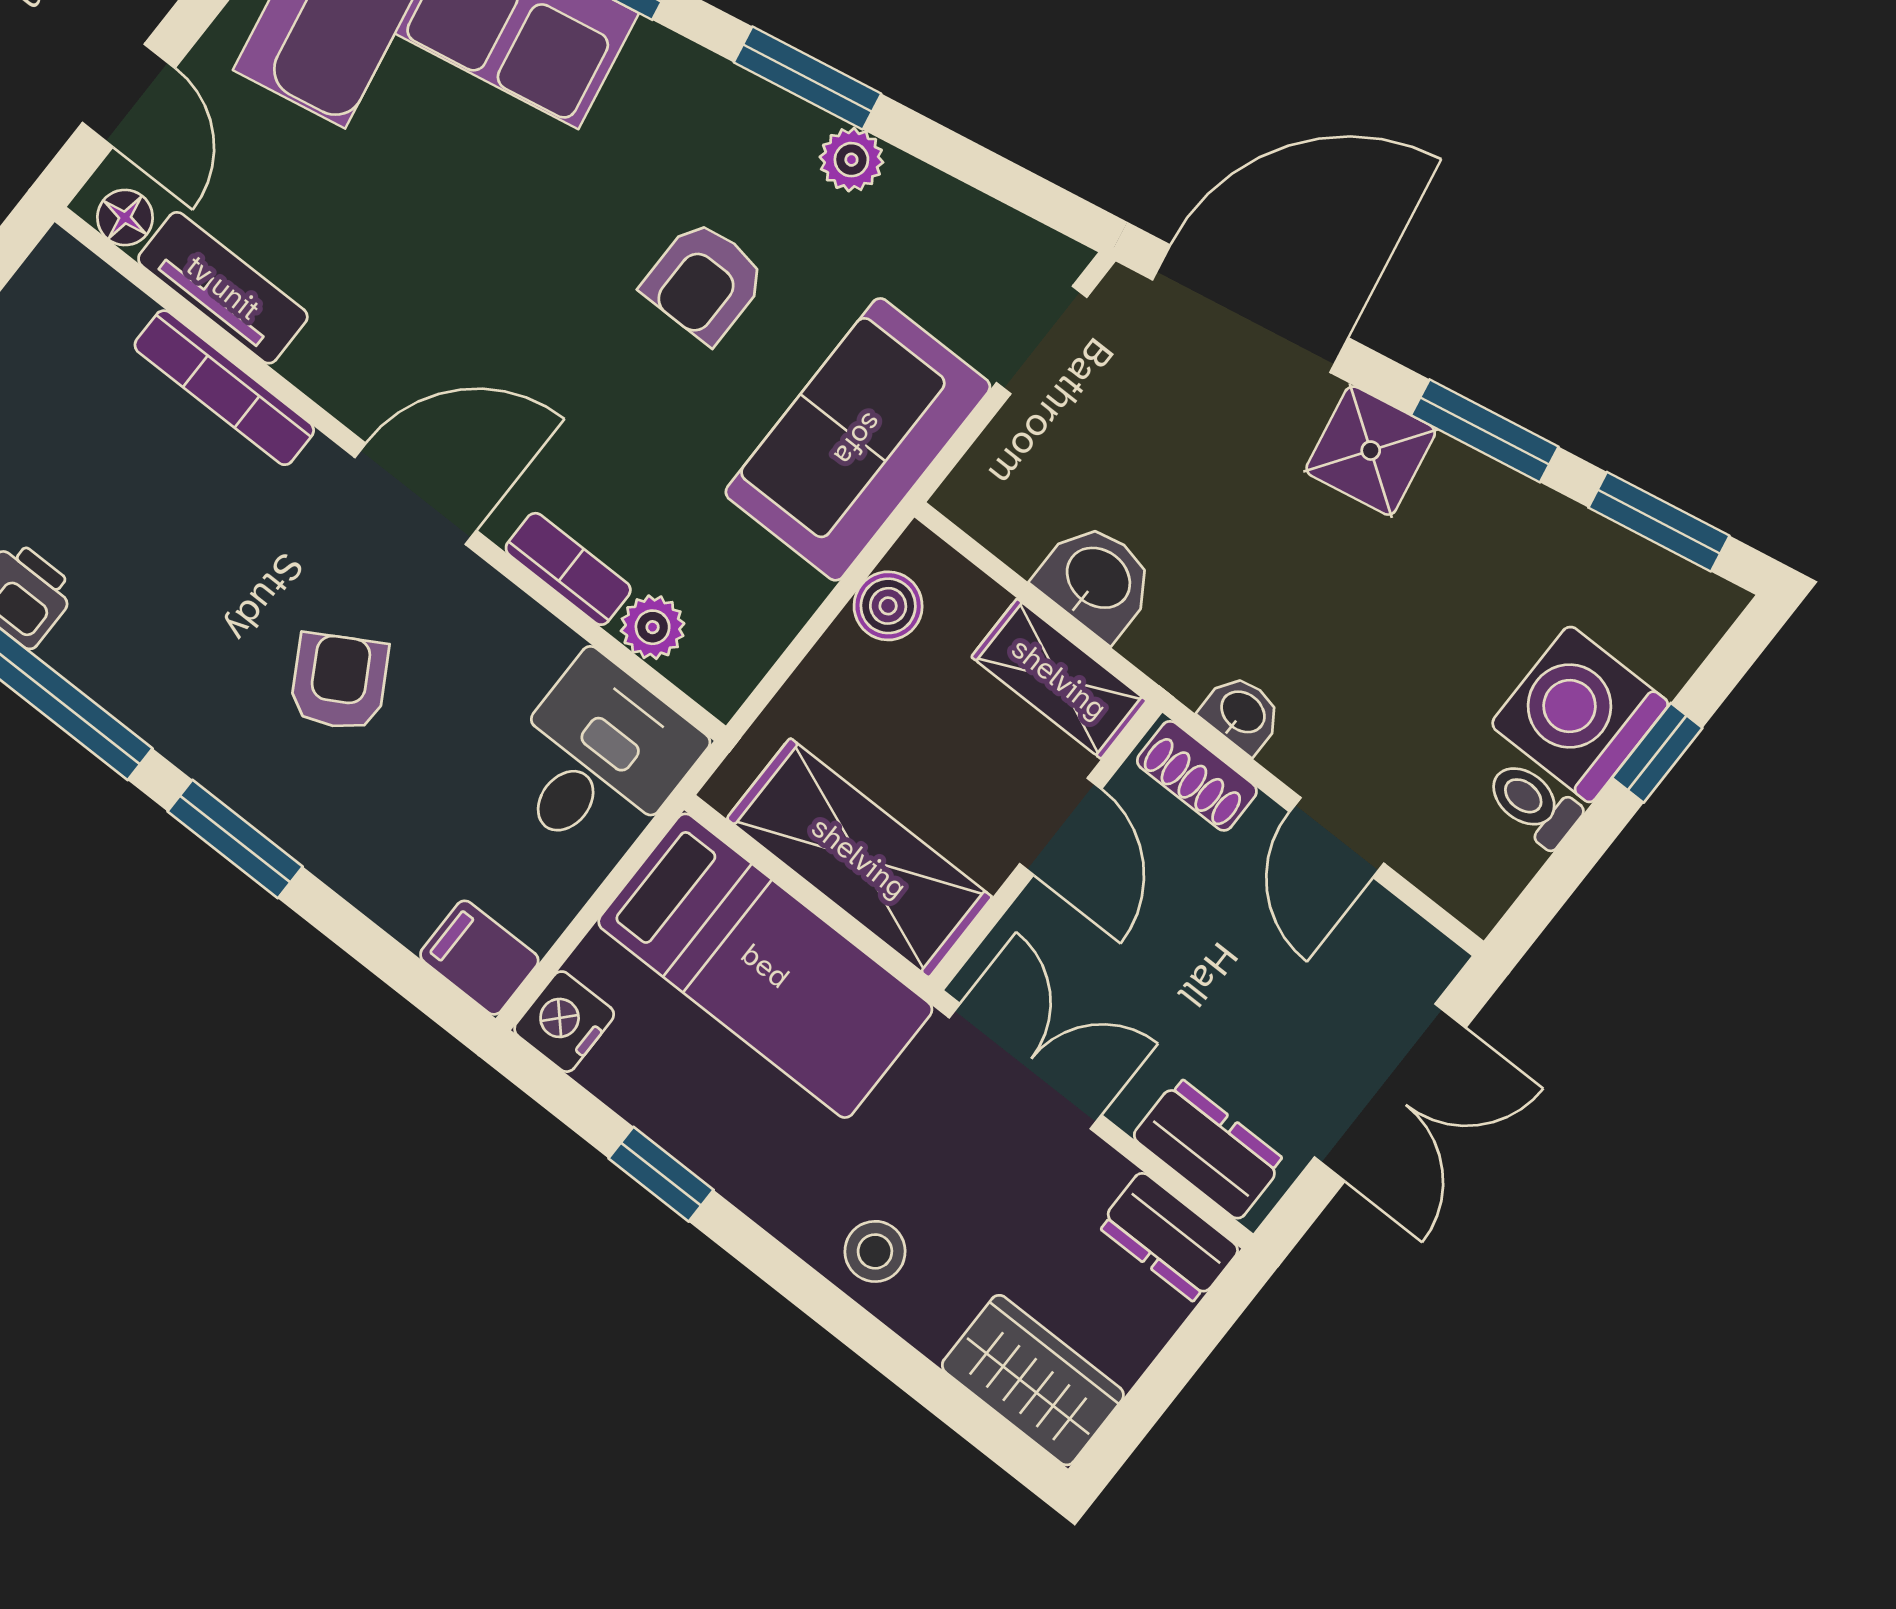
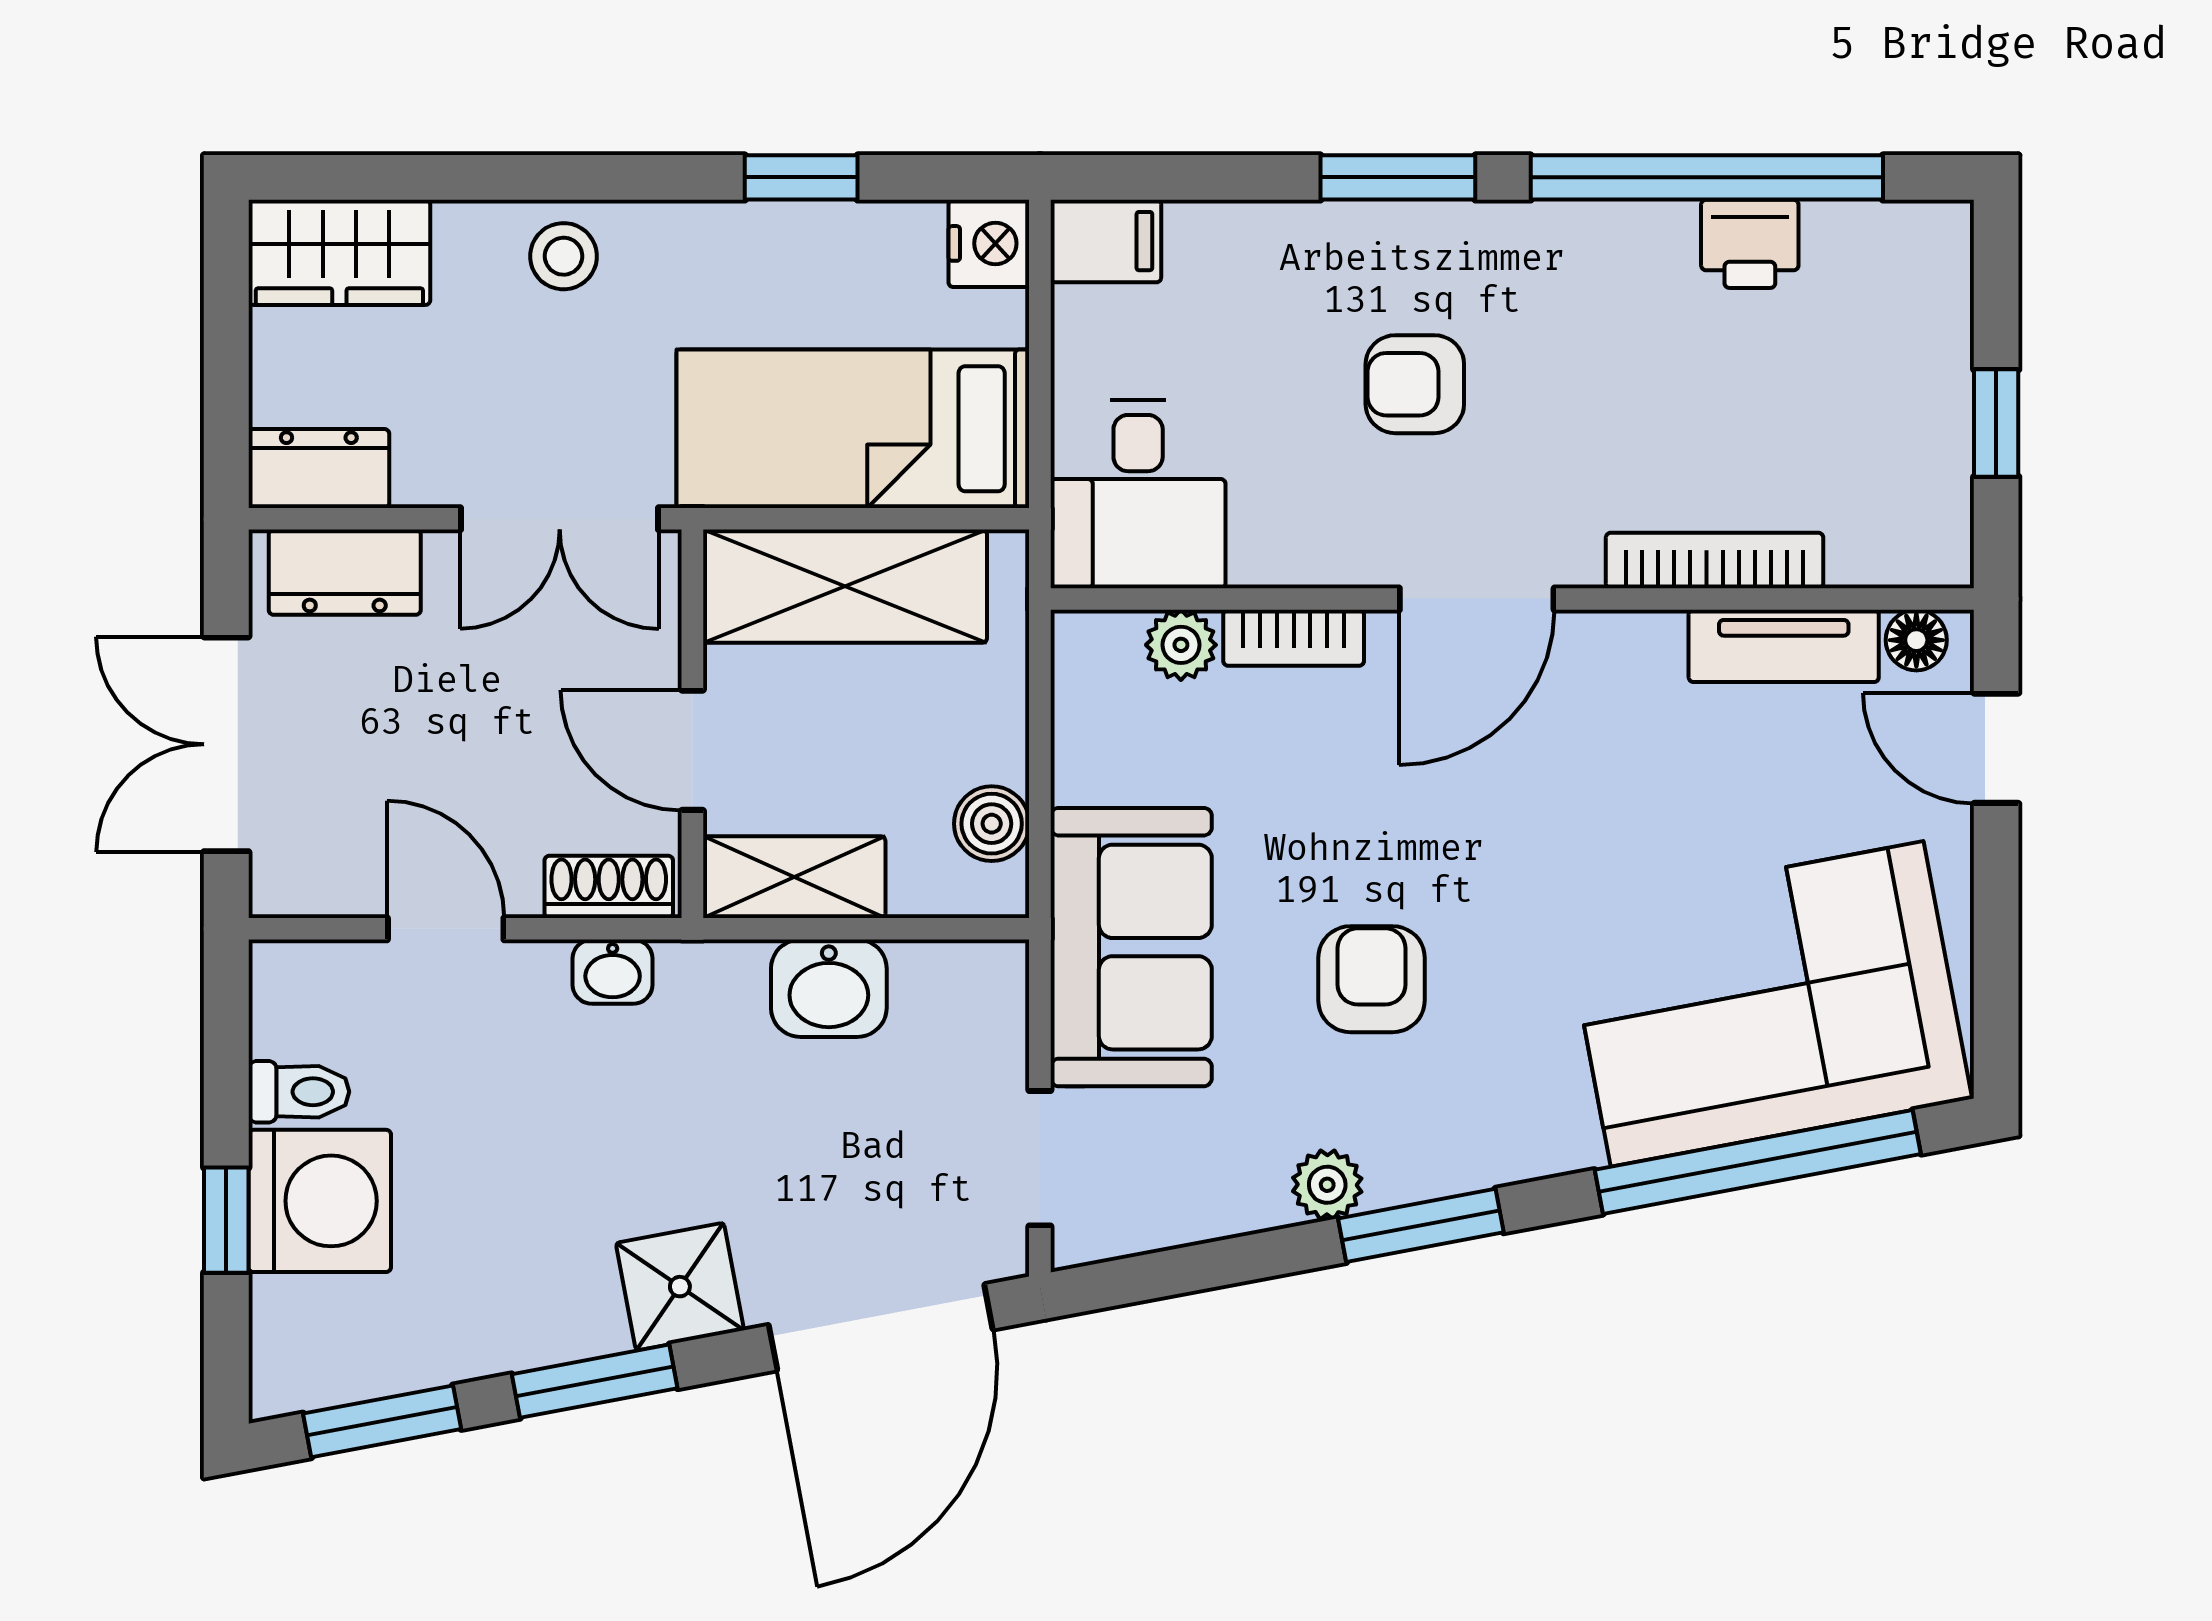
armchair: (339, 682) -> (1415, 384), turned 120

